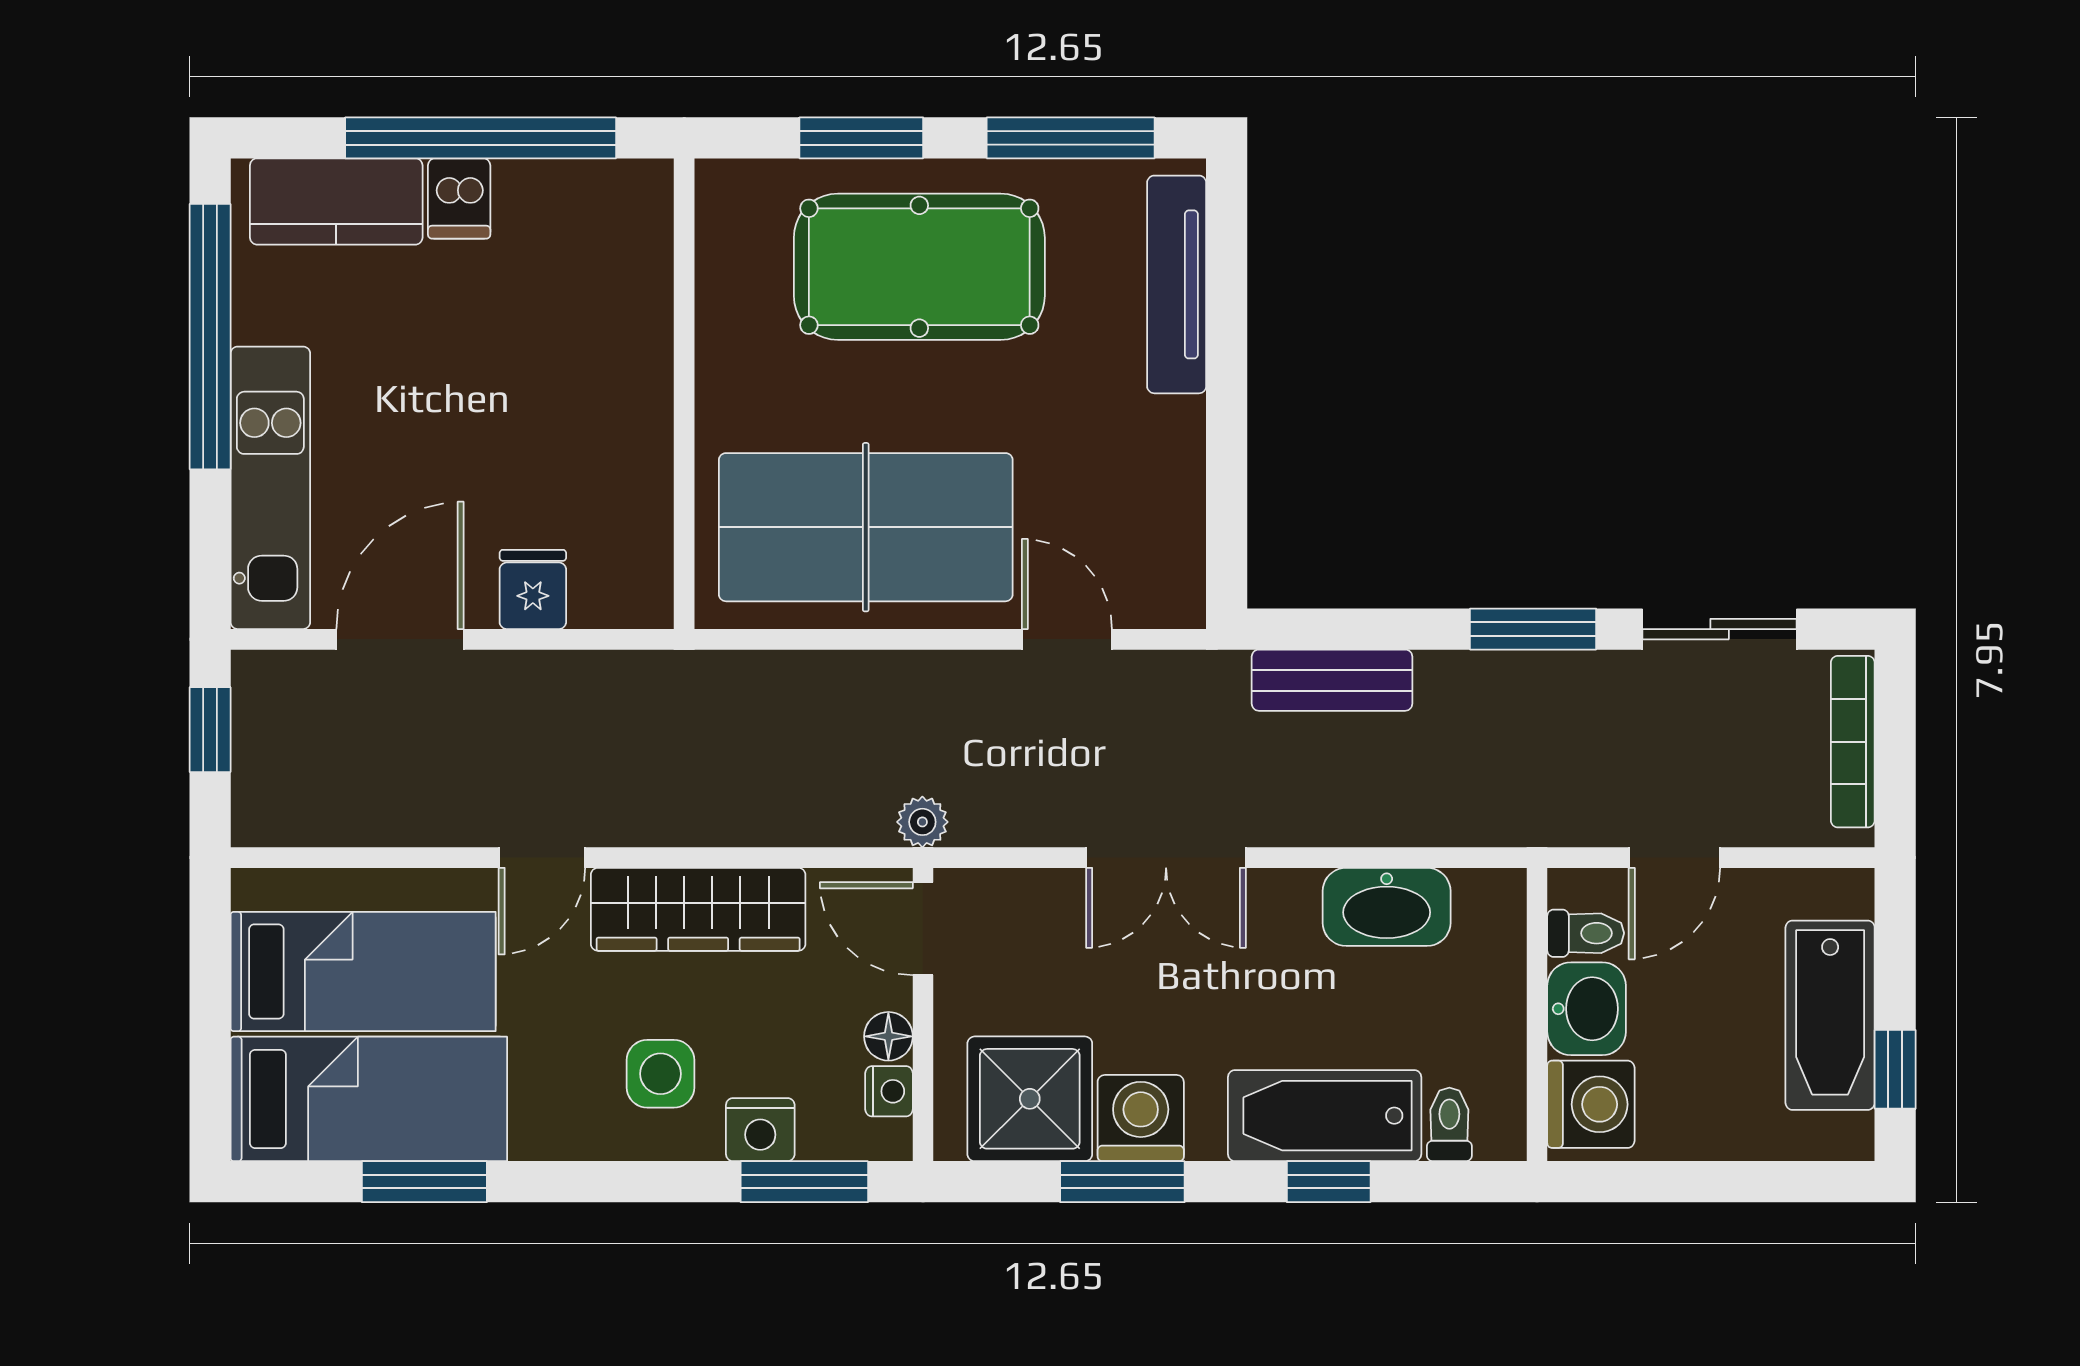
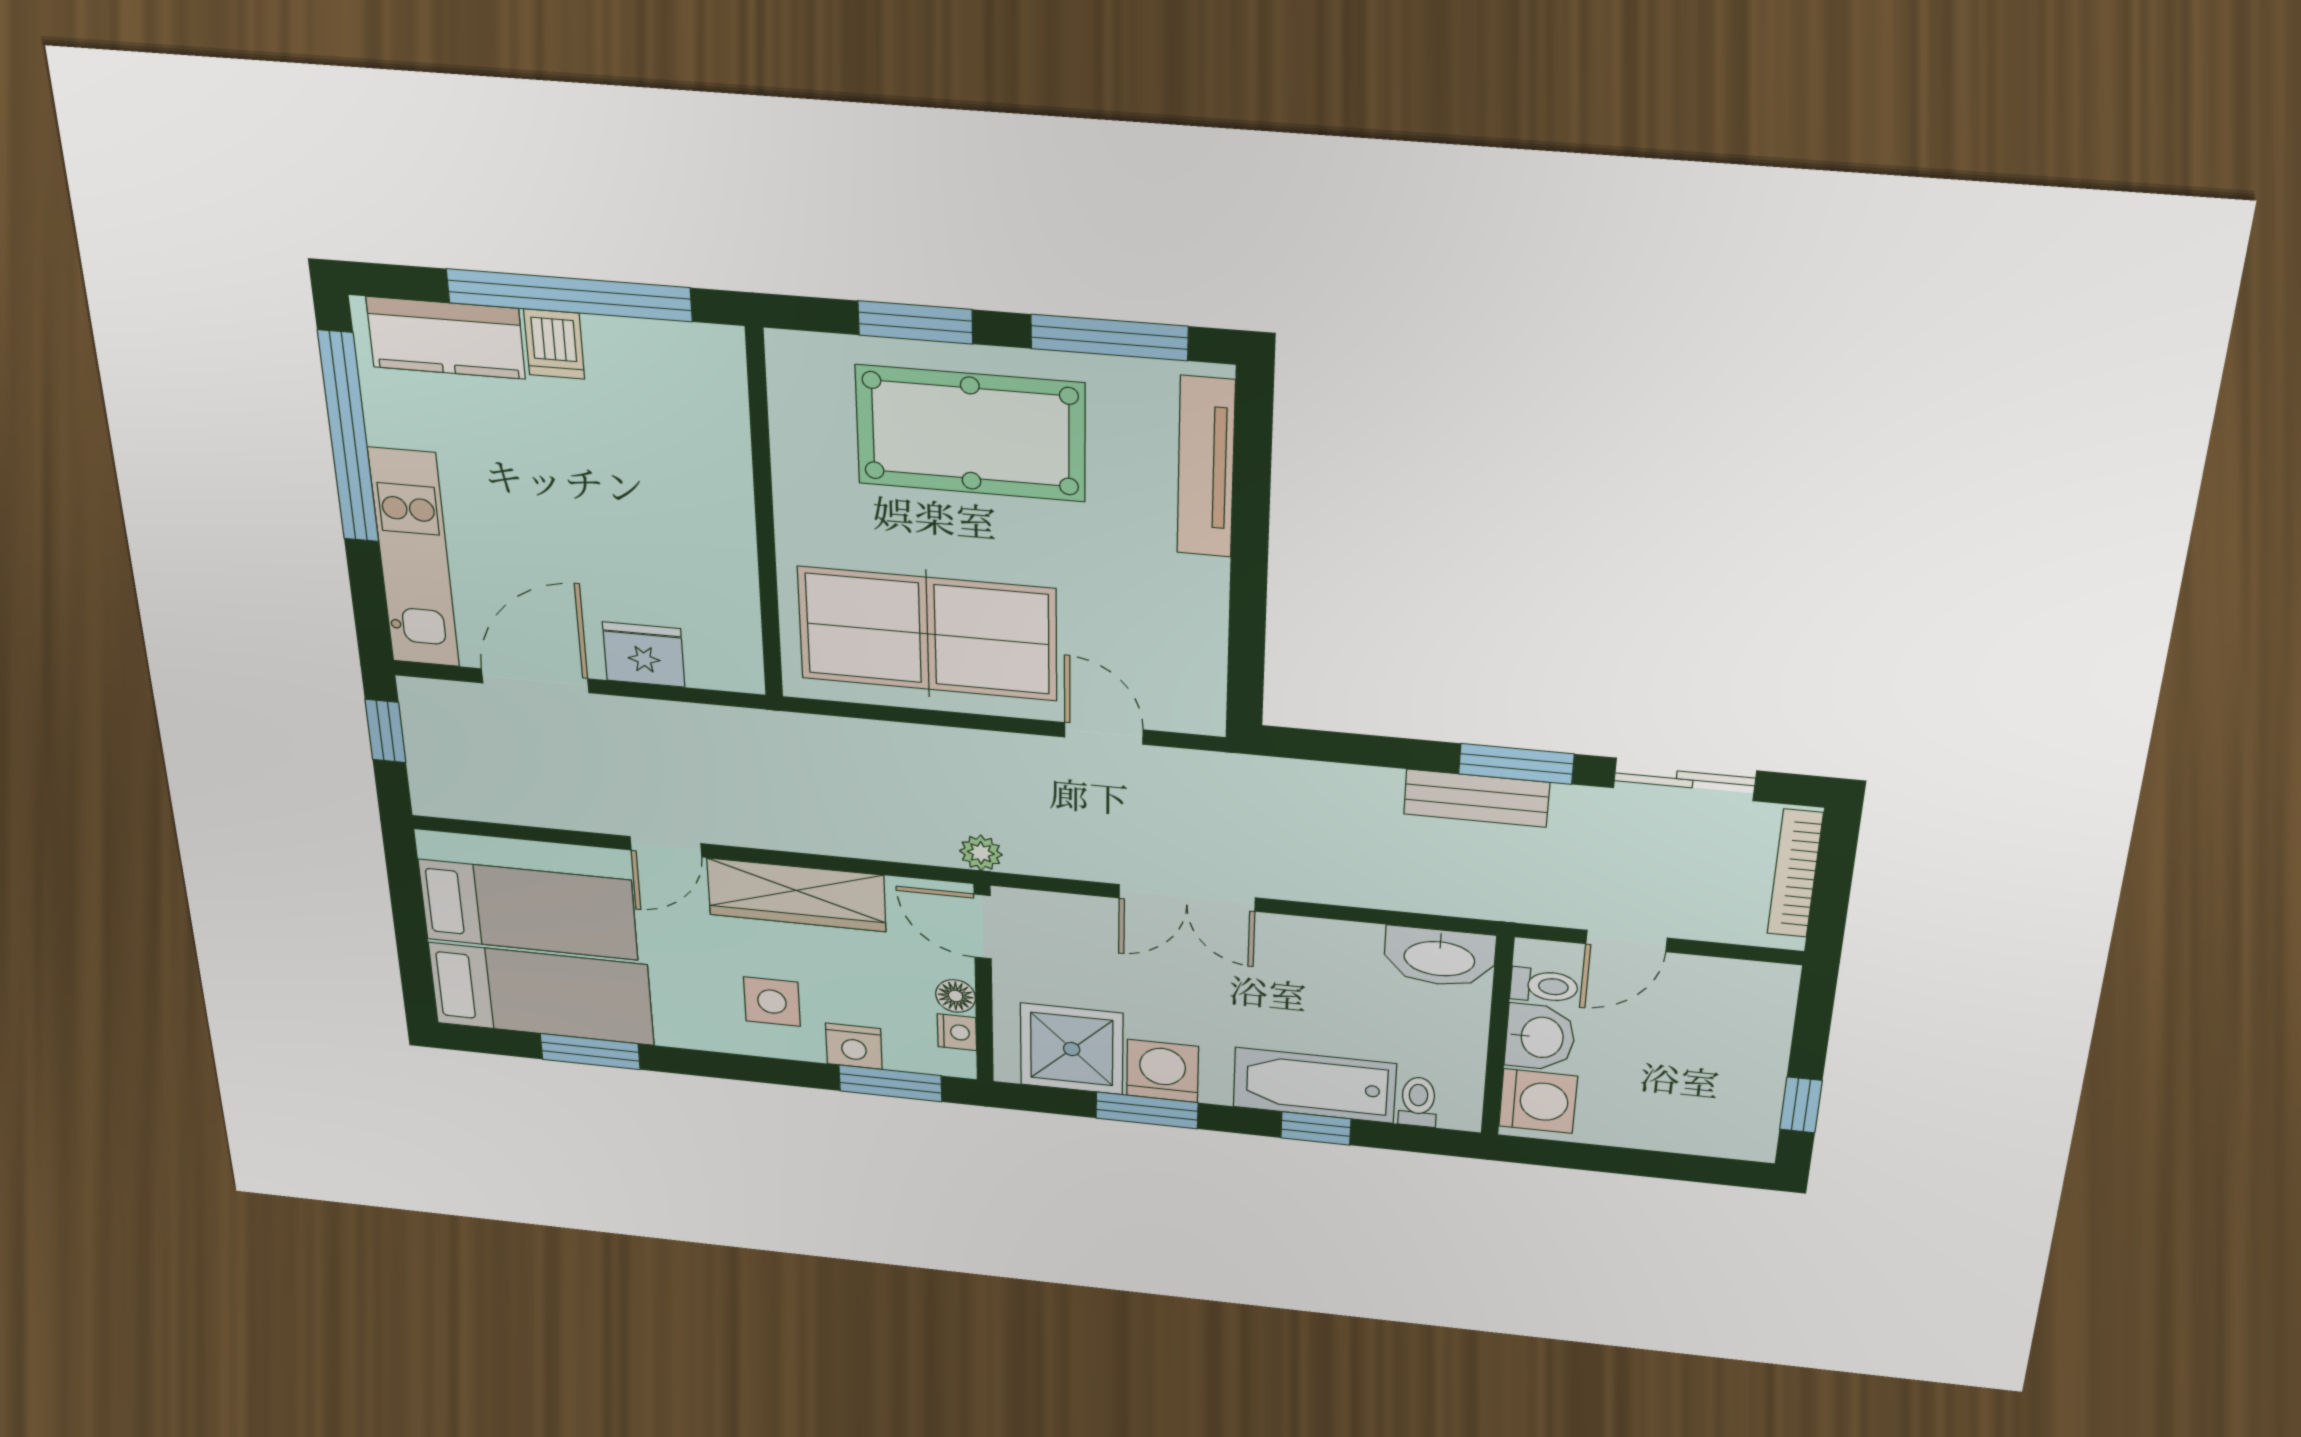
fridge: (533, 589) -> (644, 654), width x1.38
bench: (1332, 680) -> (1476, 798), moved
washbasin: (1387, 907) -> (1439, 957), moved
bathtub: (1830, 1015) -> (1749, 1063), removed

